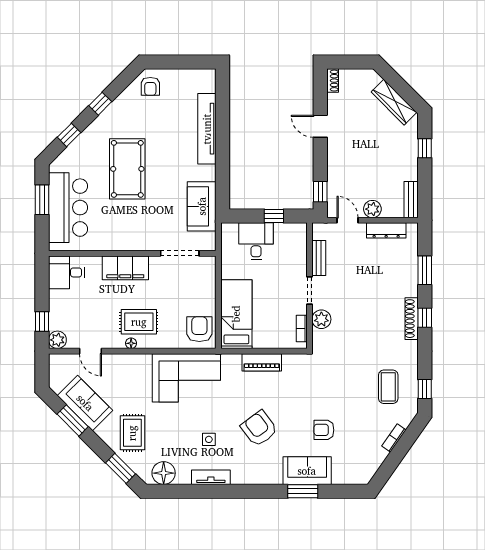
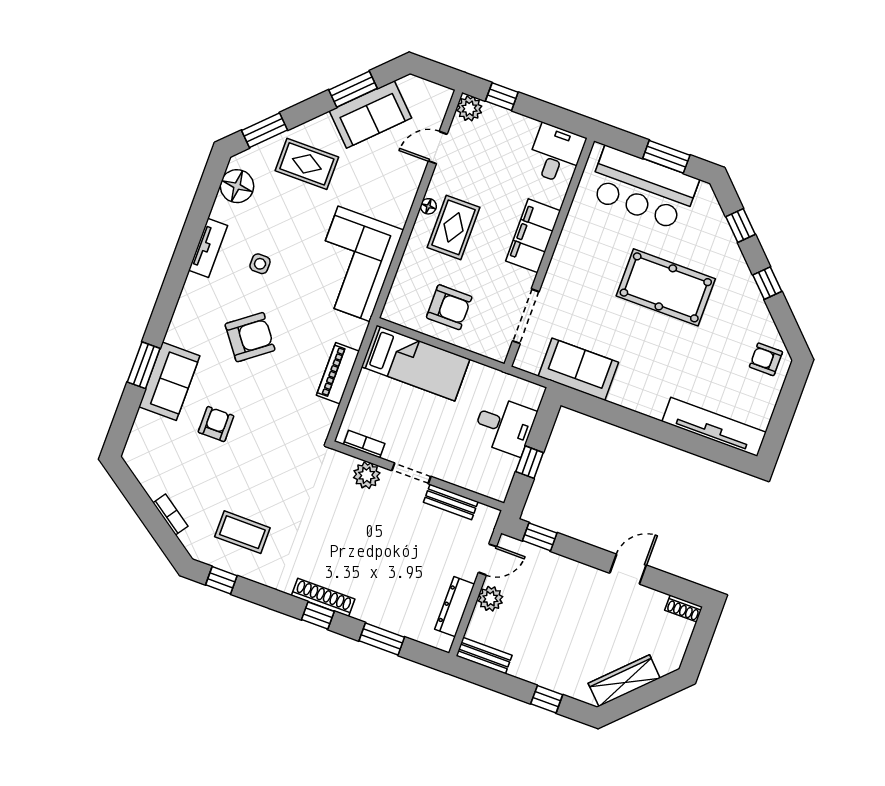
tv unit: (207, 129) -> (714, 427), moved
armchair: (199, 329) -> (449, 307), moved

